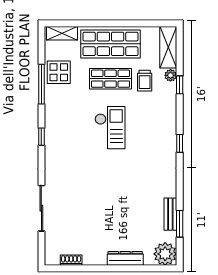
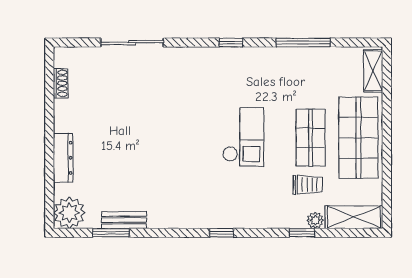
display table: (59, 72) -> (319, 66), removed
trolley: (145, 81) -> (308, 185), turned 180
checkout: (110, 128) -> (243, 137), turned -90

